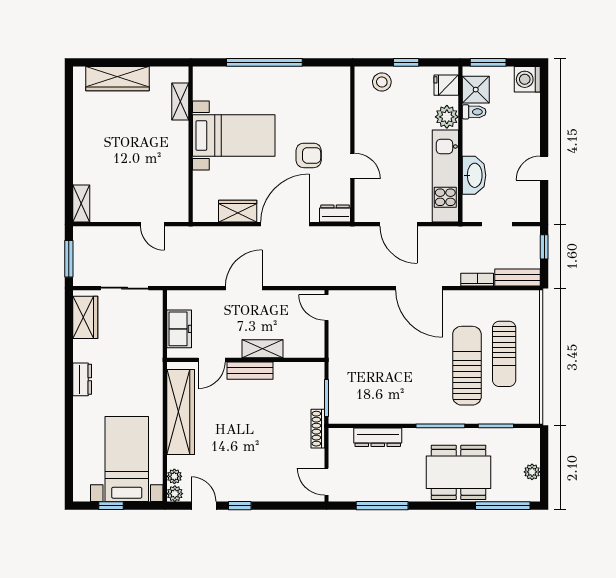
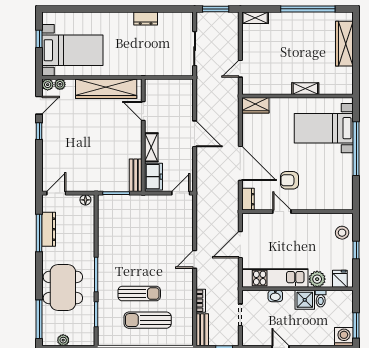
window: (488, 62) -> (356, 325), moved
shower: (476, 90) -> (305, 300), moved
shelving: (180, 101) -> (305, 89), moved
window: (69, 130) -> (308, 9), added
bed with nightstands: (234, 135) -> (324, 128), moved, turned 90
armchair: (309, 155) -> (290, 180), turned 90
door: (352, 166) -> (282, 212), swing flipped
washbasin: (474, 175) -> (275, 296), width x0.52, depth x0.69
wardrobe: (238, 211) -> (255, 105), moved, turned 90
door: (419, 288) -> (195, 259), width x0.53
wardrobe: (85, 317) -> (174, 21), removed
freezer: (179, 329) -> (153, 177), moved, turned -90
sun lounger: (467, 366) -> (139, 294), width x0.73, depth x0.75
bench: (250, 371) -> (136, 175), moved
dresser: (82, 379) -> (146, 18), moved
shoe rack: (318, 429) -> (94, 187), removed
dresser: (378, 437) -> (49, 229), moved, turned 180
floor lamp: (336, 441) -> (85, 200), added

